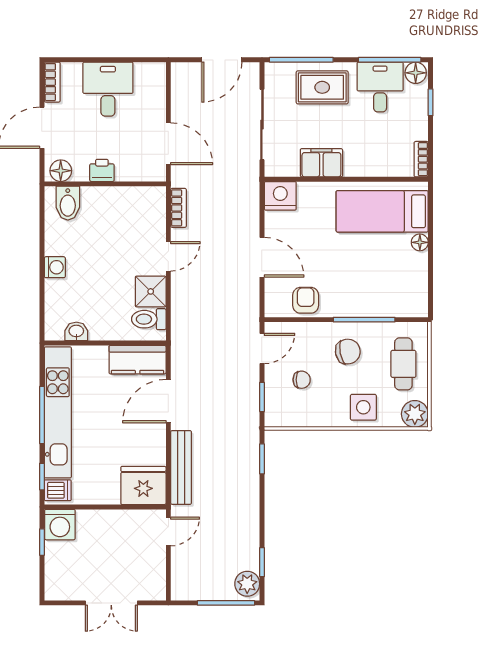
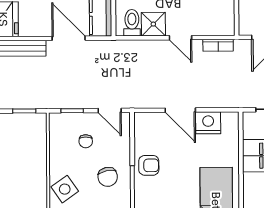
nightstand: (280, 196) -> (208, 123), moved, turned -90
door: (262, 257) -> (180, 110), hinge flipped
armchair: (306, 300) -> (149, 165), moved
side table: (363, 407) -> (65, 189), turned -35

